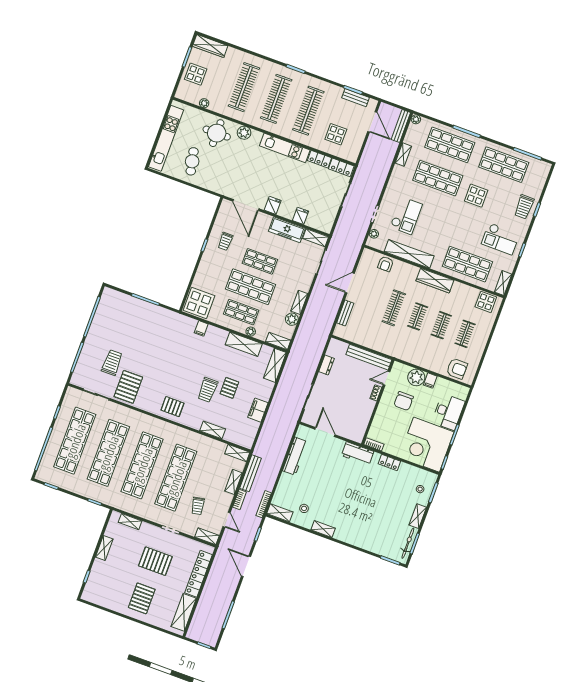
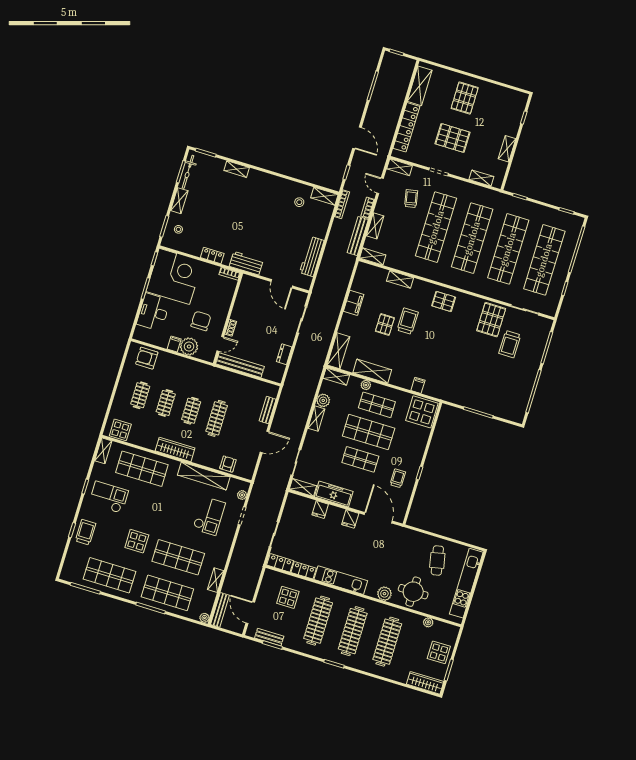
checkout: (406, 216) -> (209, 516), turned 180
shelving: (323, 529) -> (237, 169), moved

